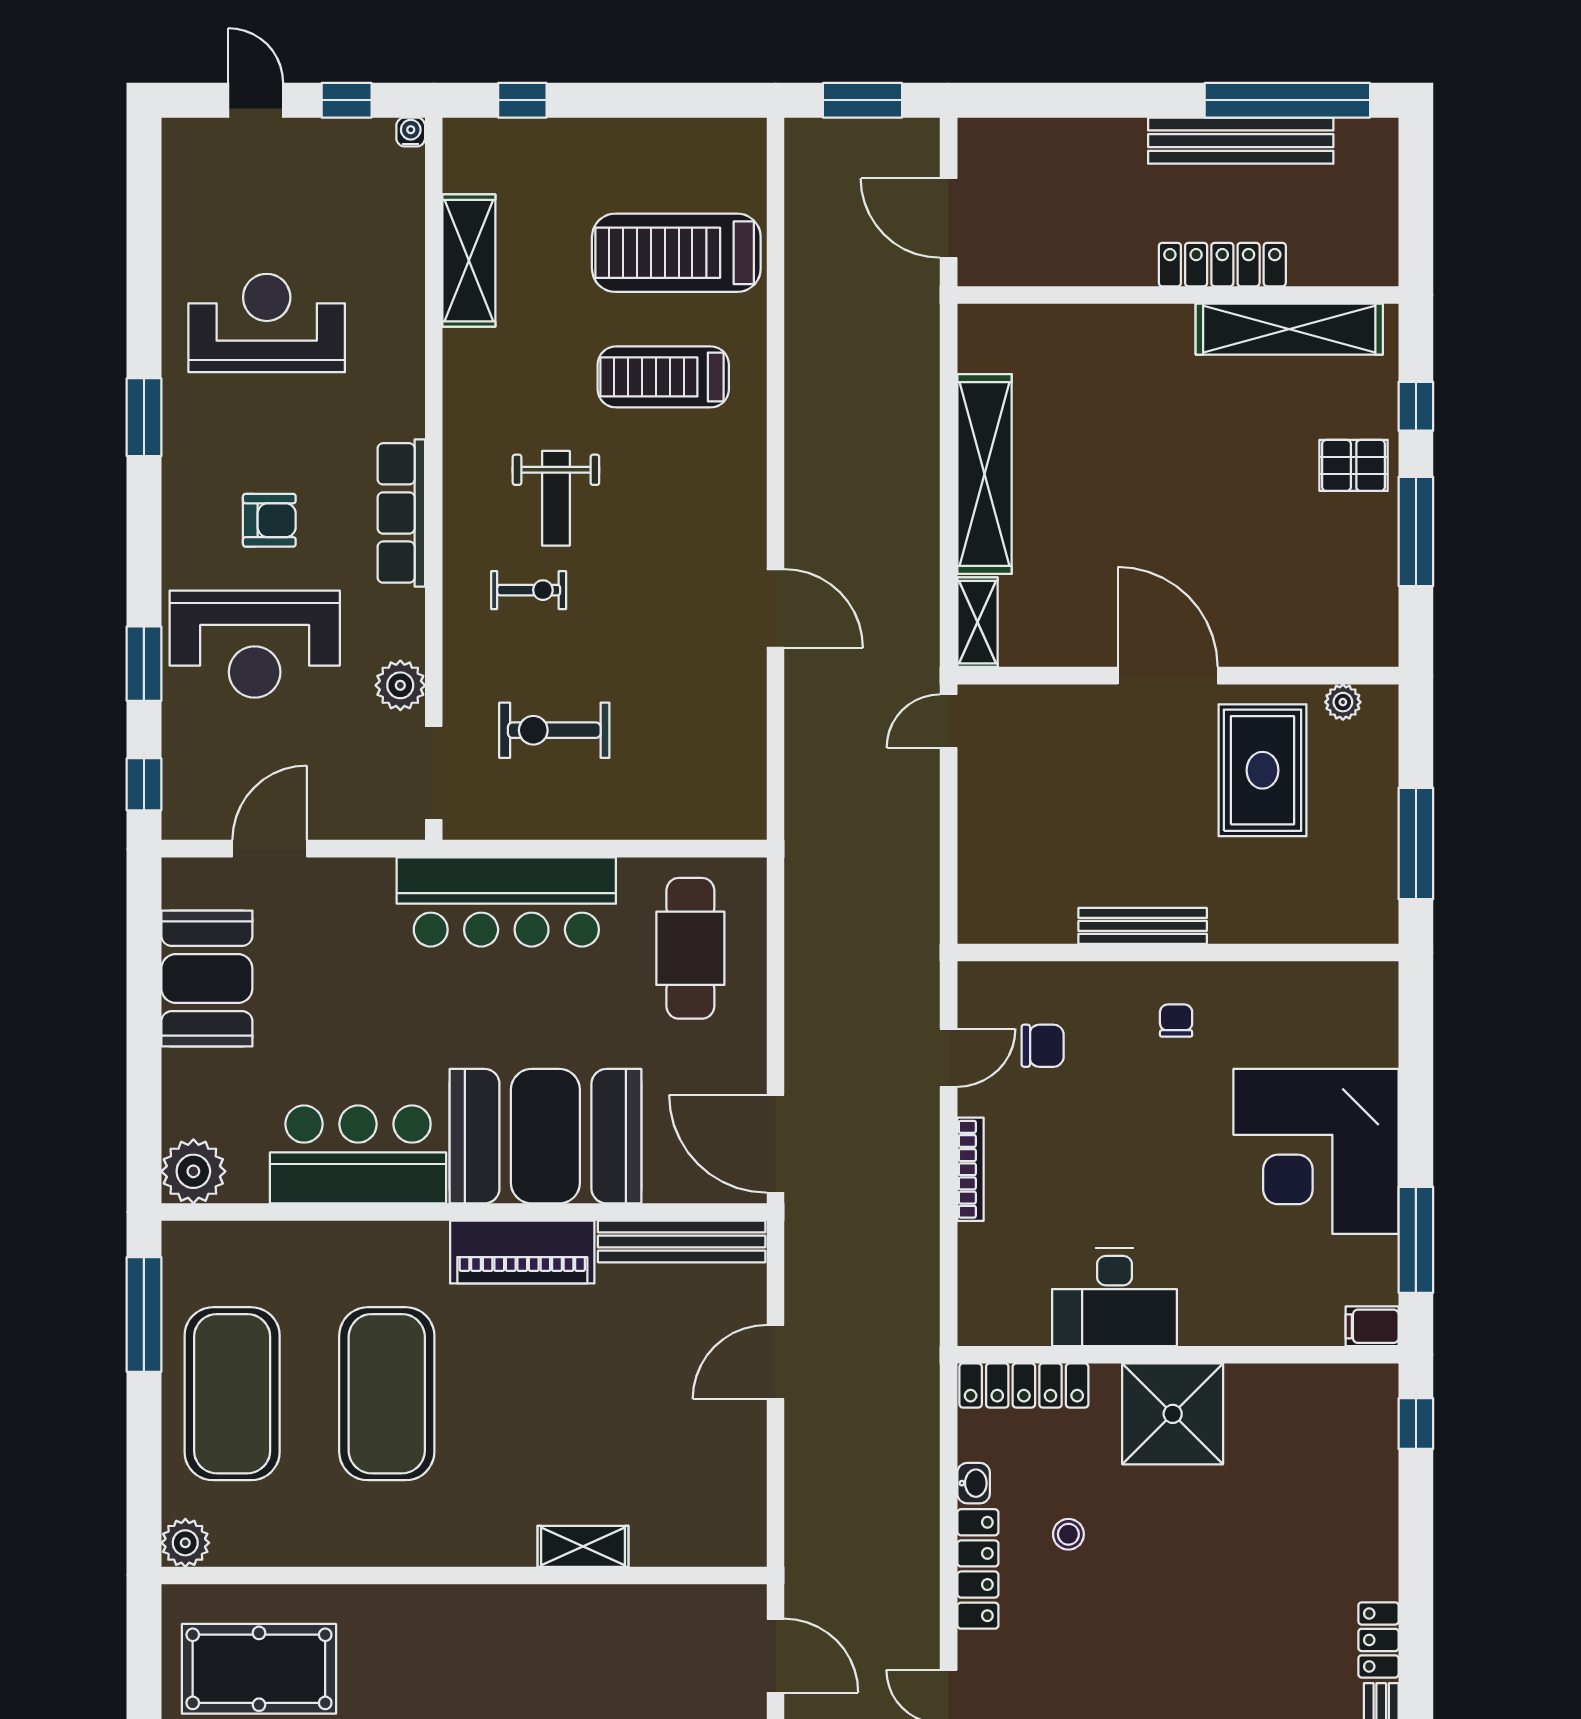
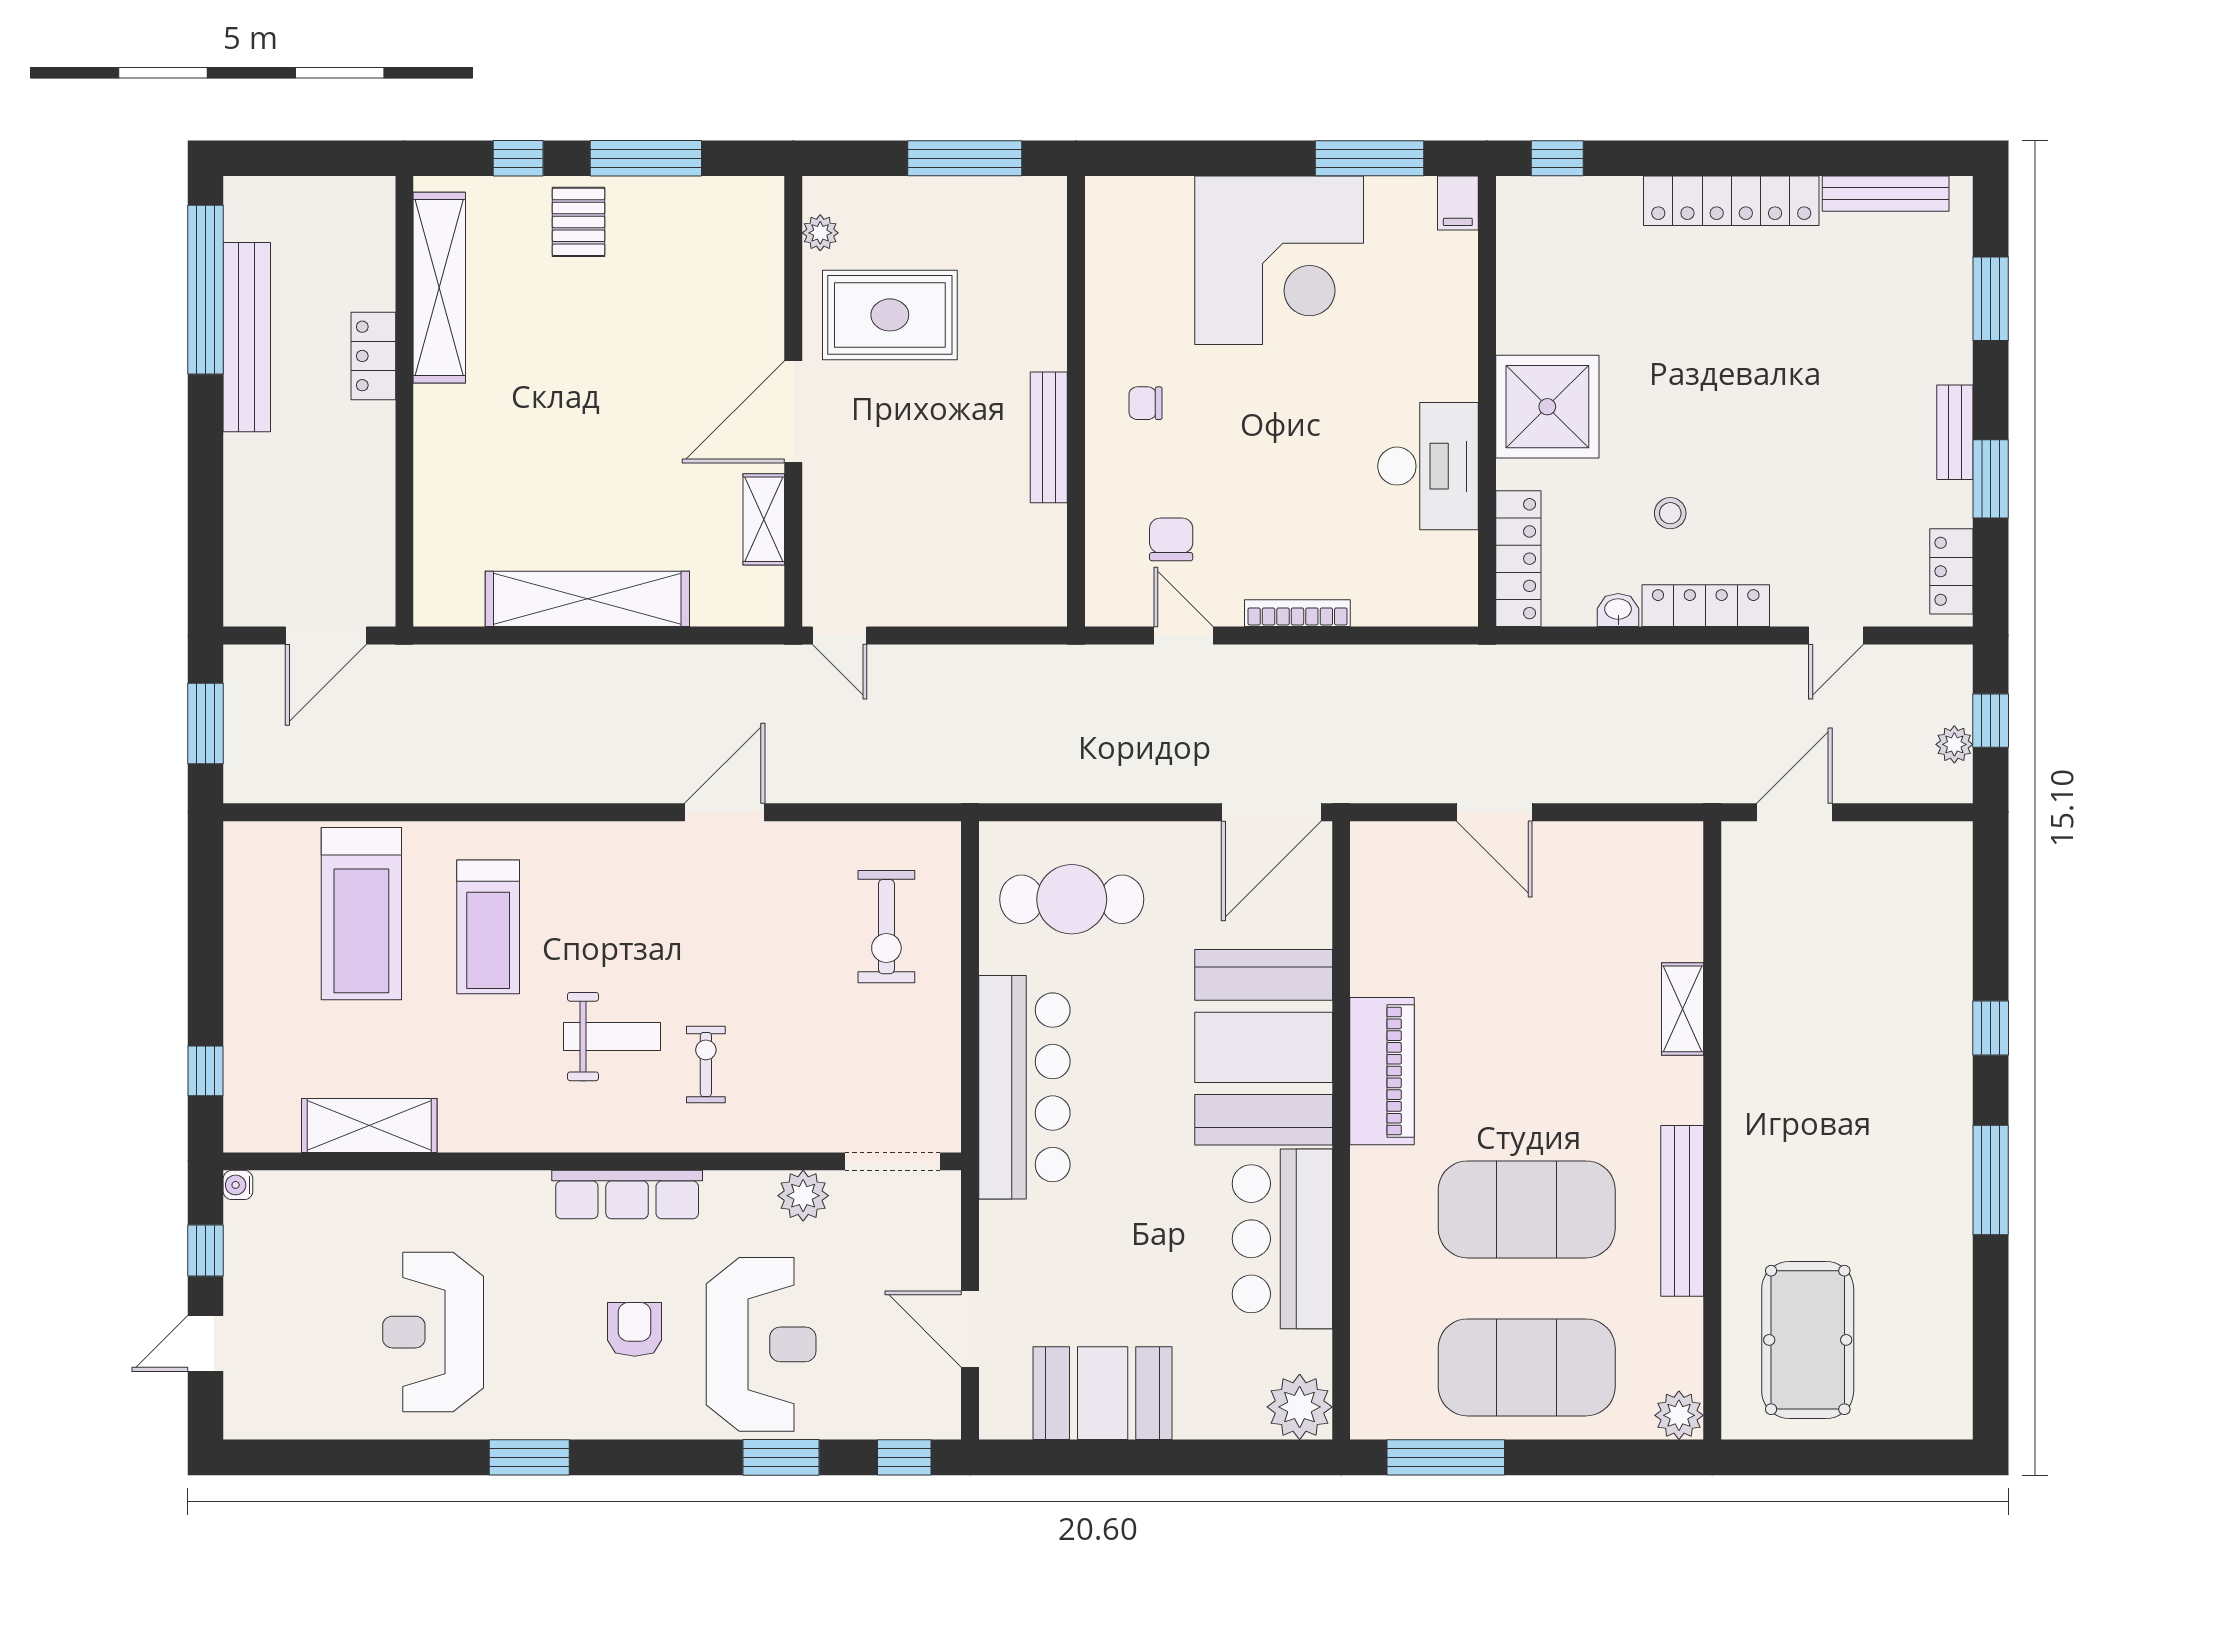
locker: (1222, 265) -> (373, 356), width x0.66
shelving: (977, 622) -> (764, 519), moved, turned 90
exercise bike: (554, 730) -> (886, 927), moved
bench: (682, 1241) -> (1682, 1211), moved
locker: (1378, 1640) -> (1731, 201), width x2.16, depth x1.21

